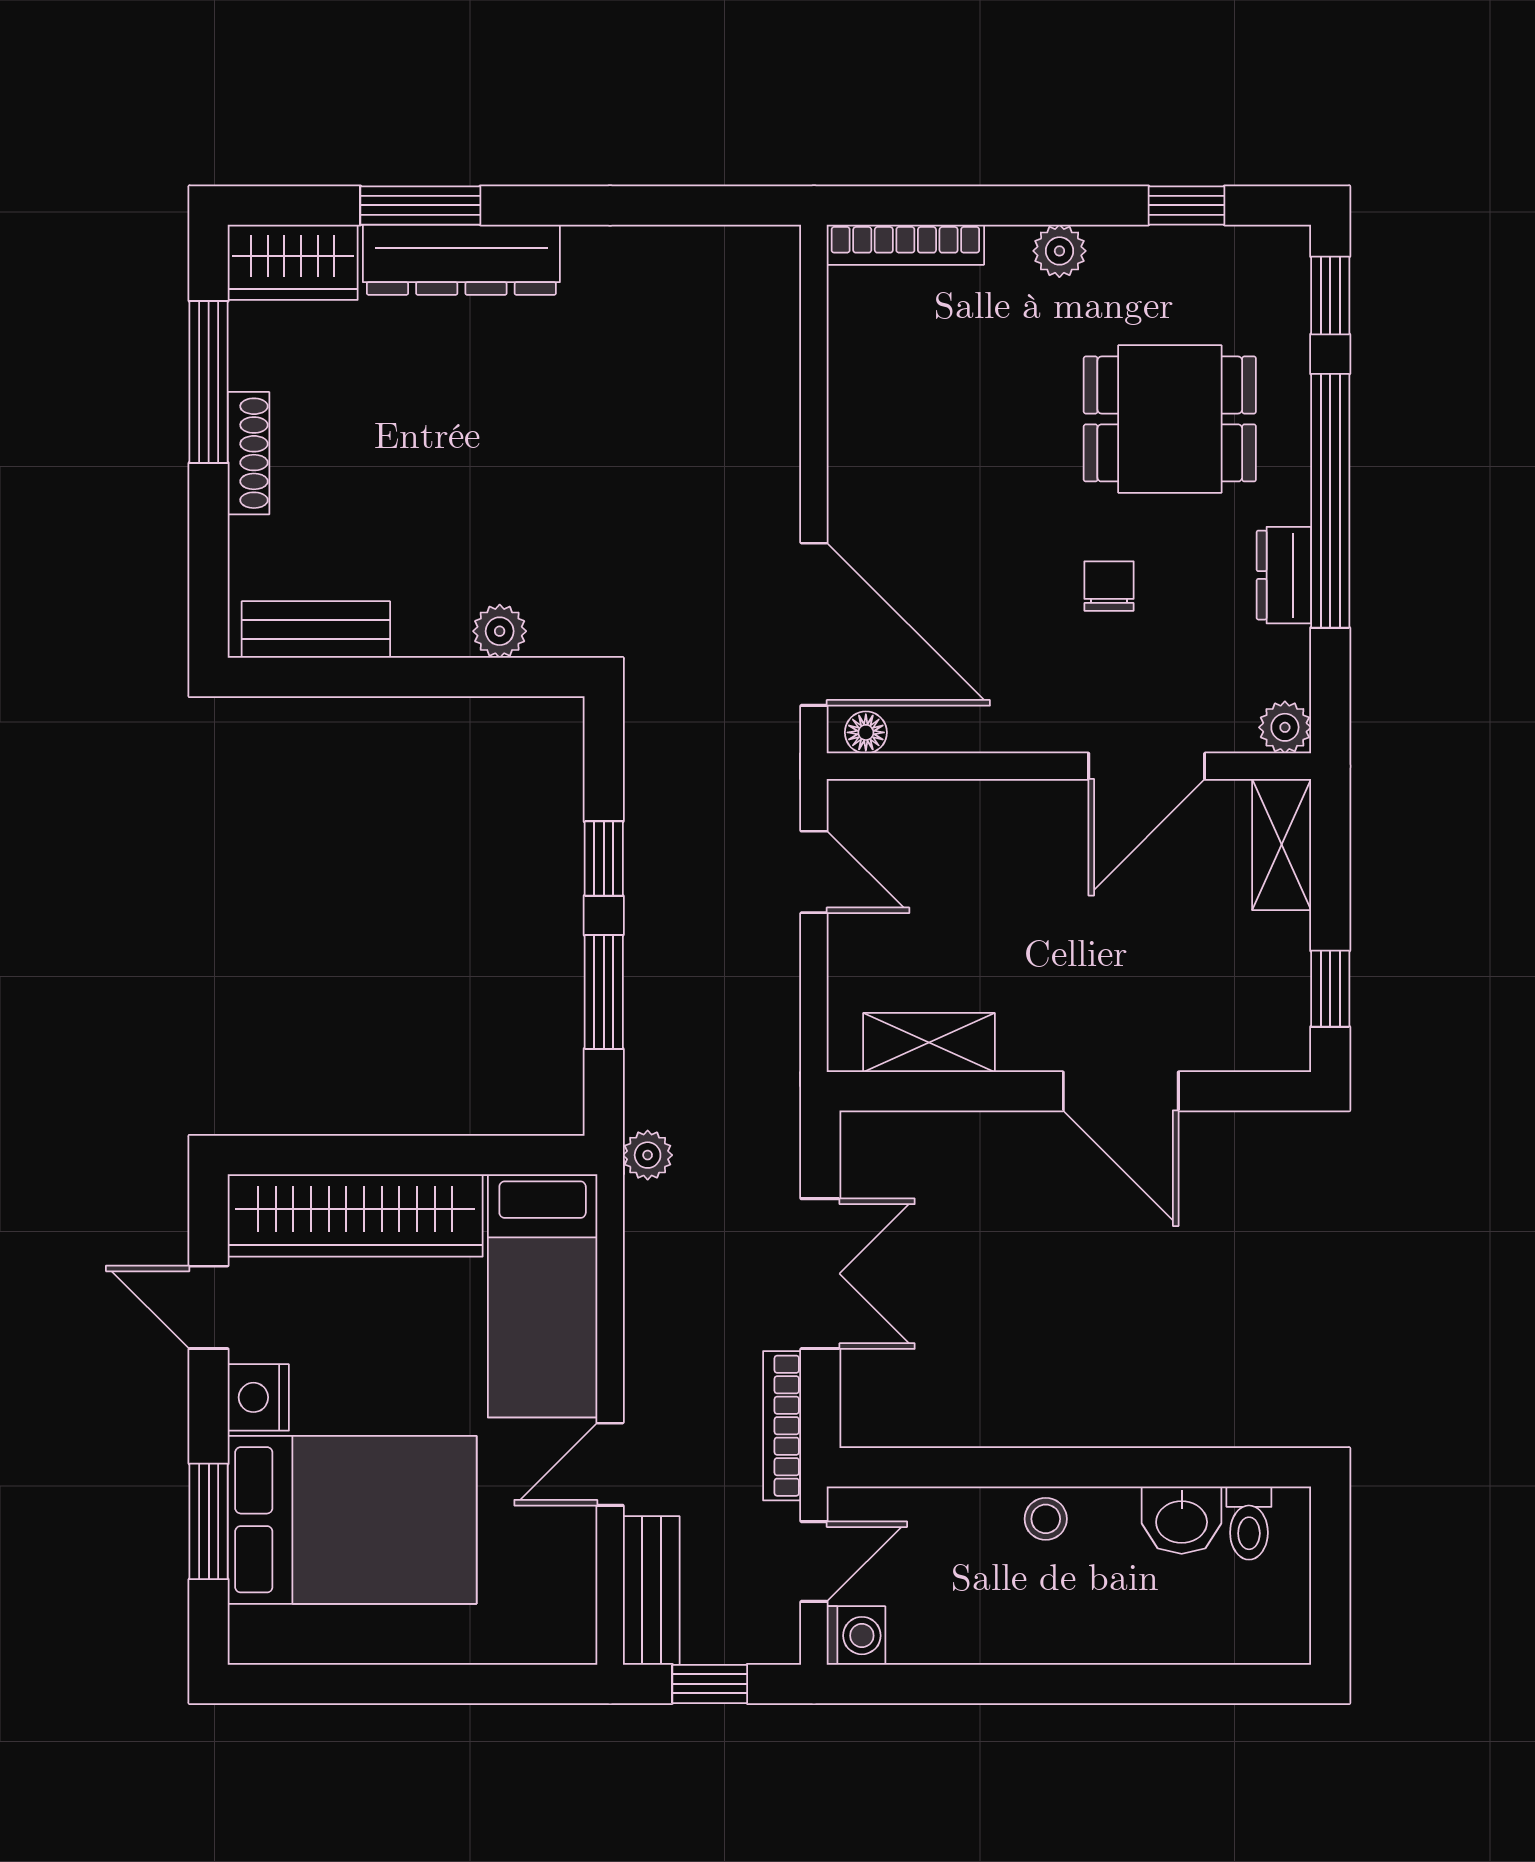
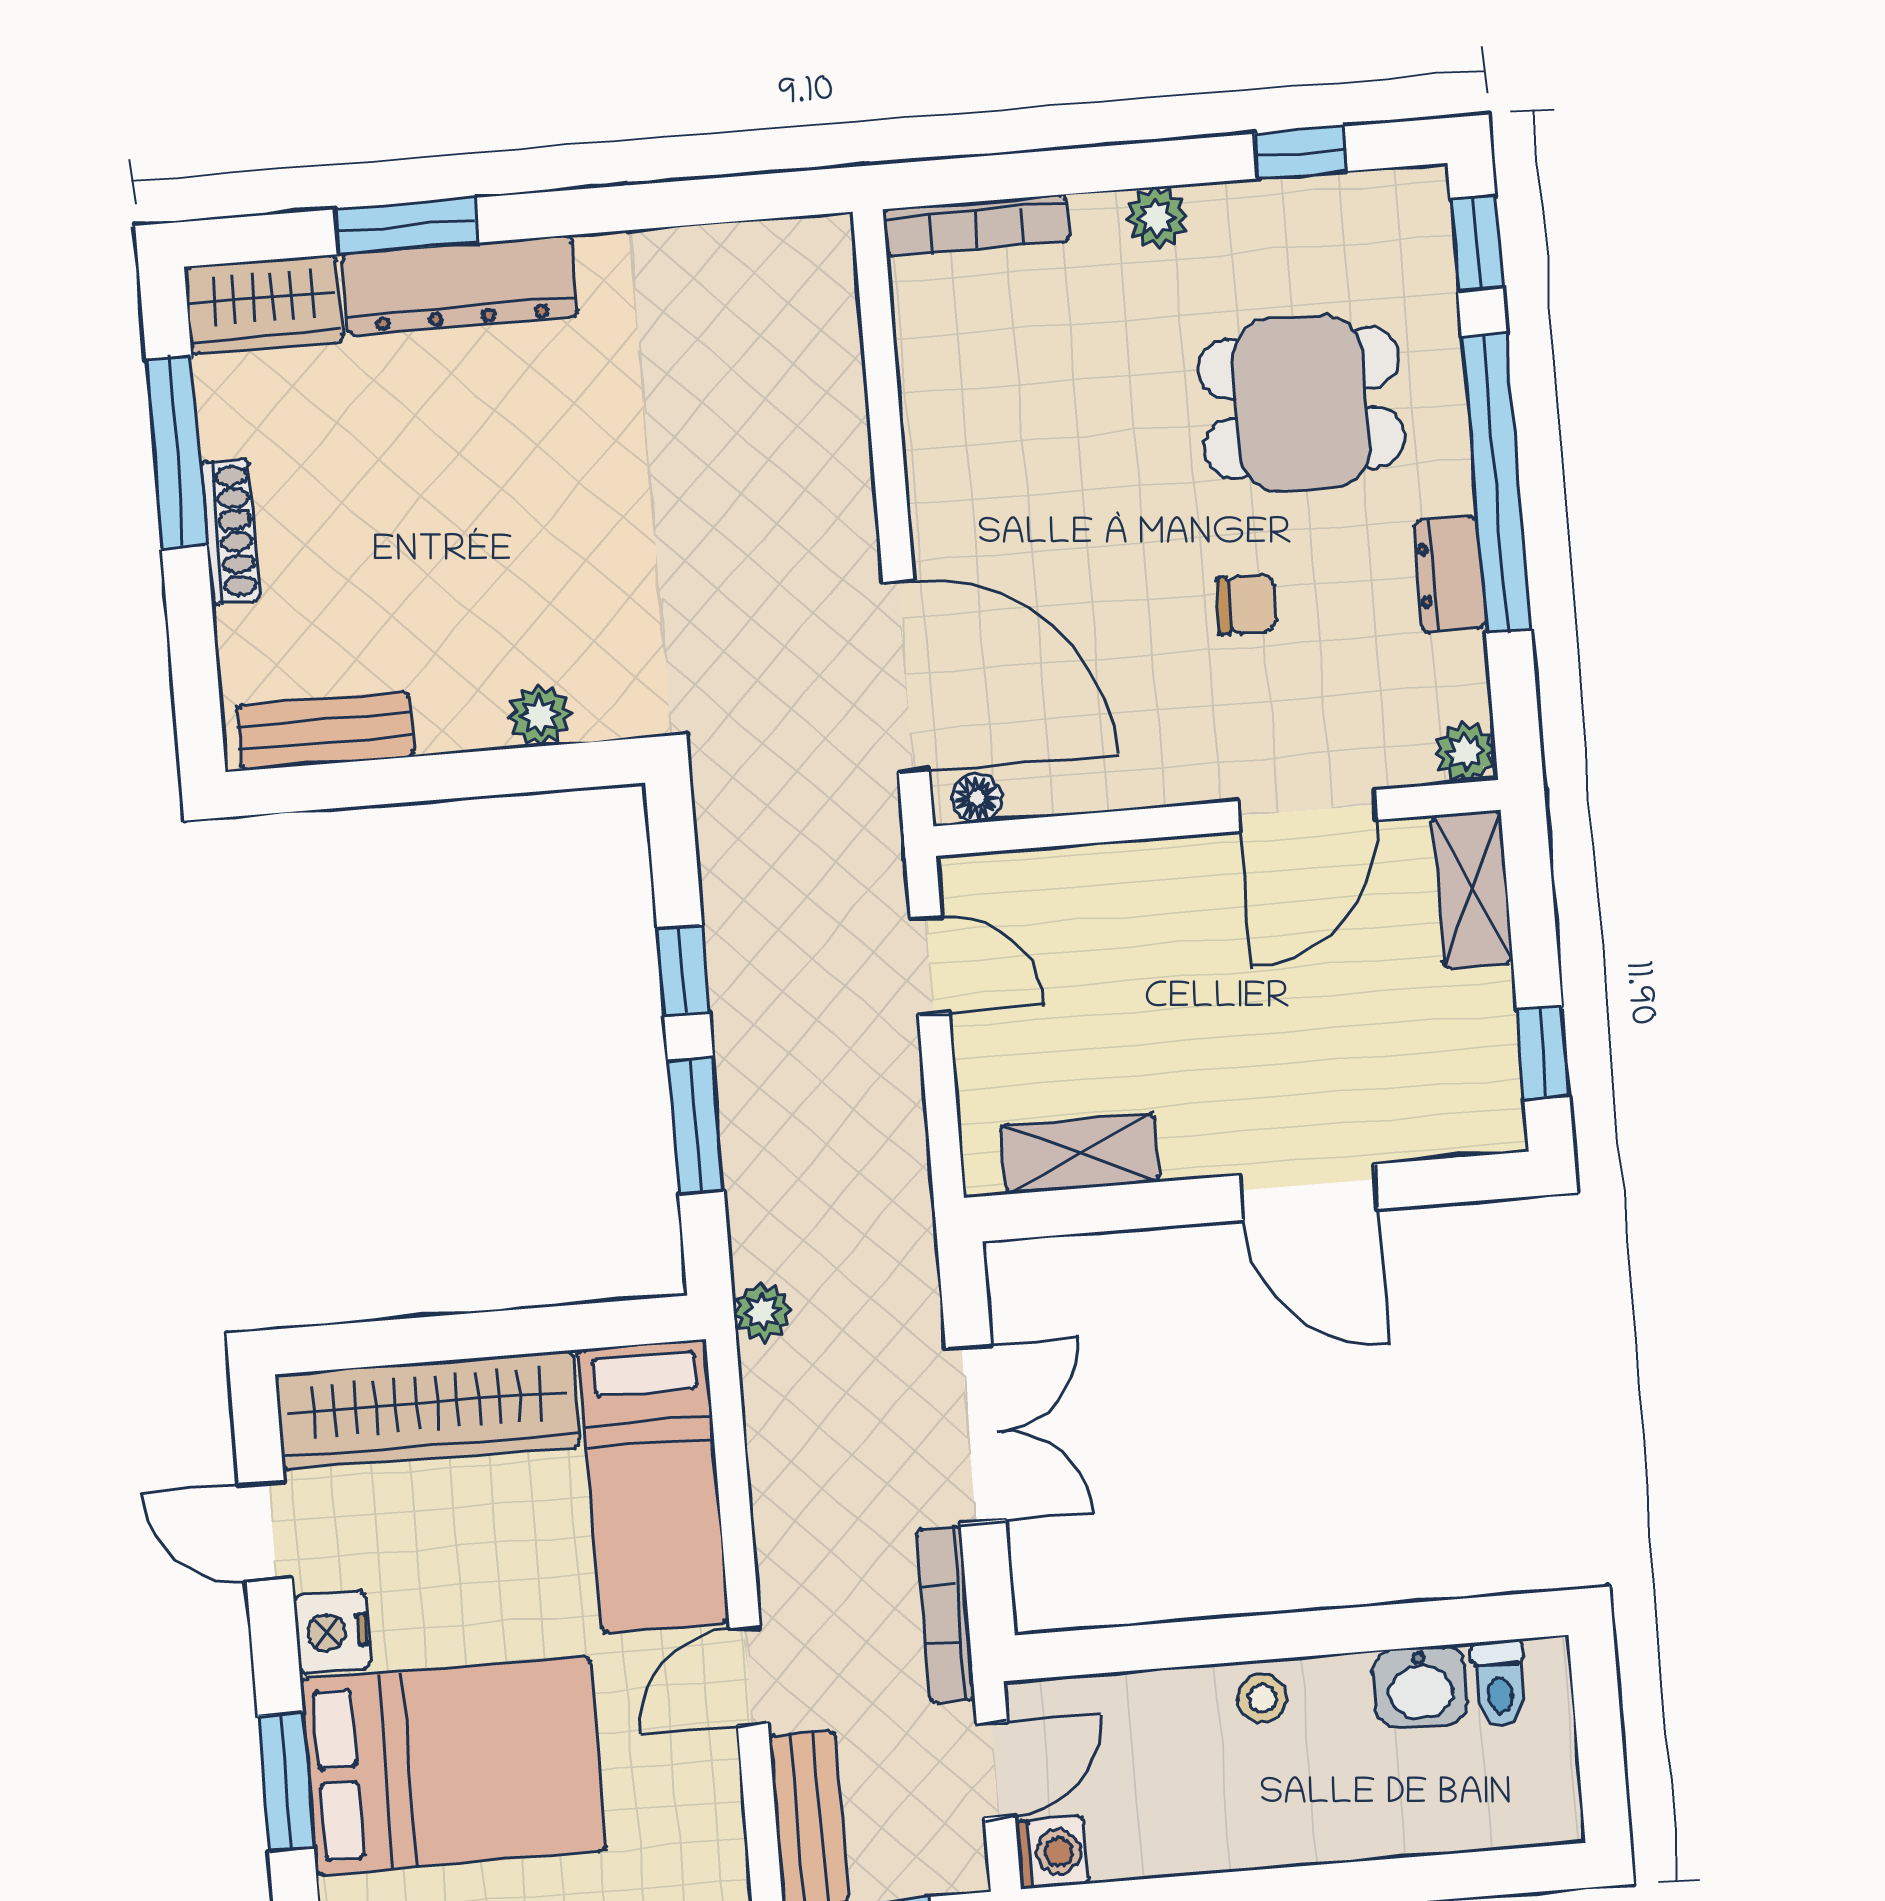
chair: (1109, 586) -> (1246, 604), turned 90

